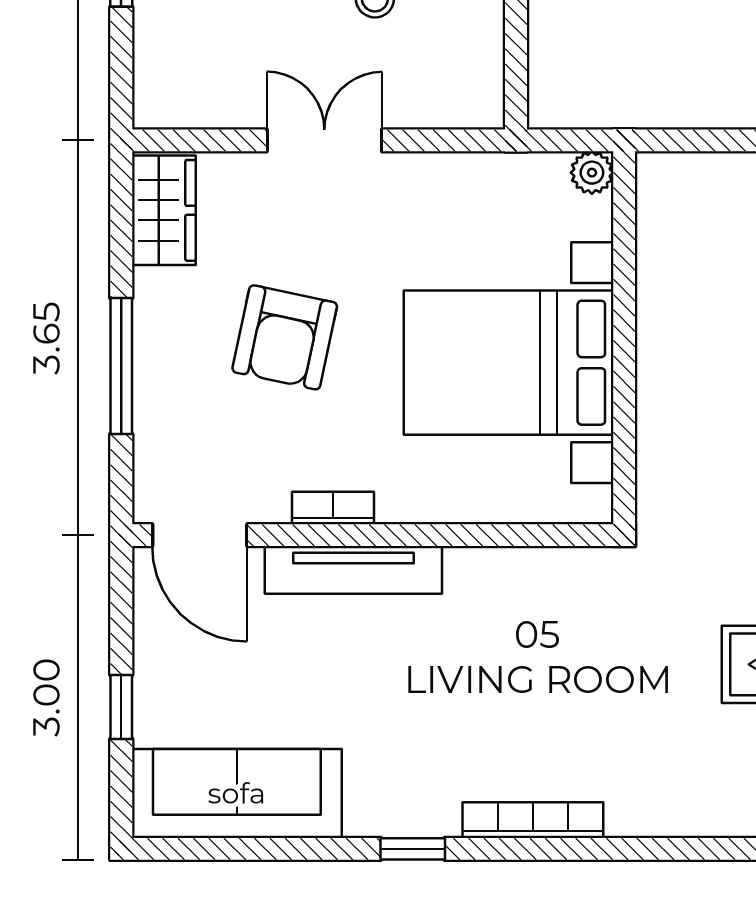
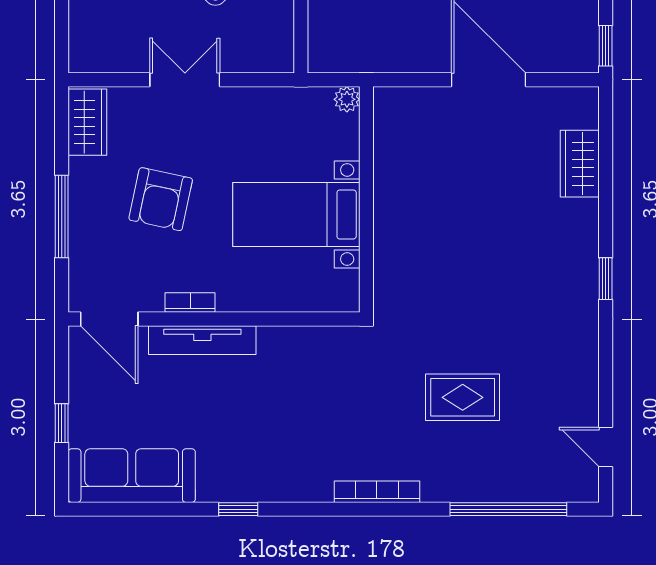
bed with nightstands: (509, 363) -> (296, 214), width x0.73
bookcase: (533, 820) -> (377, 492), moved

